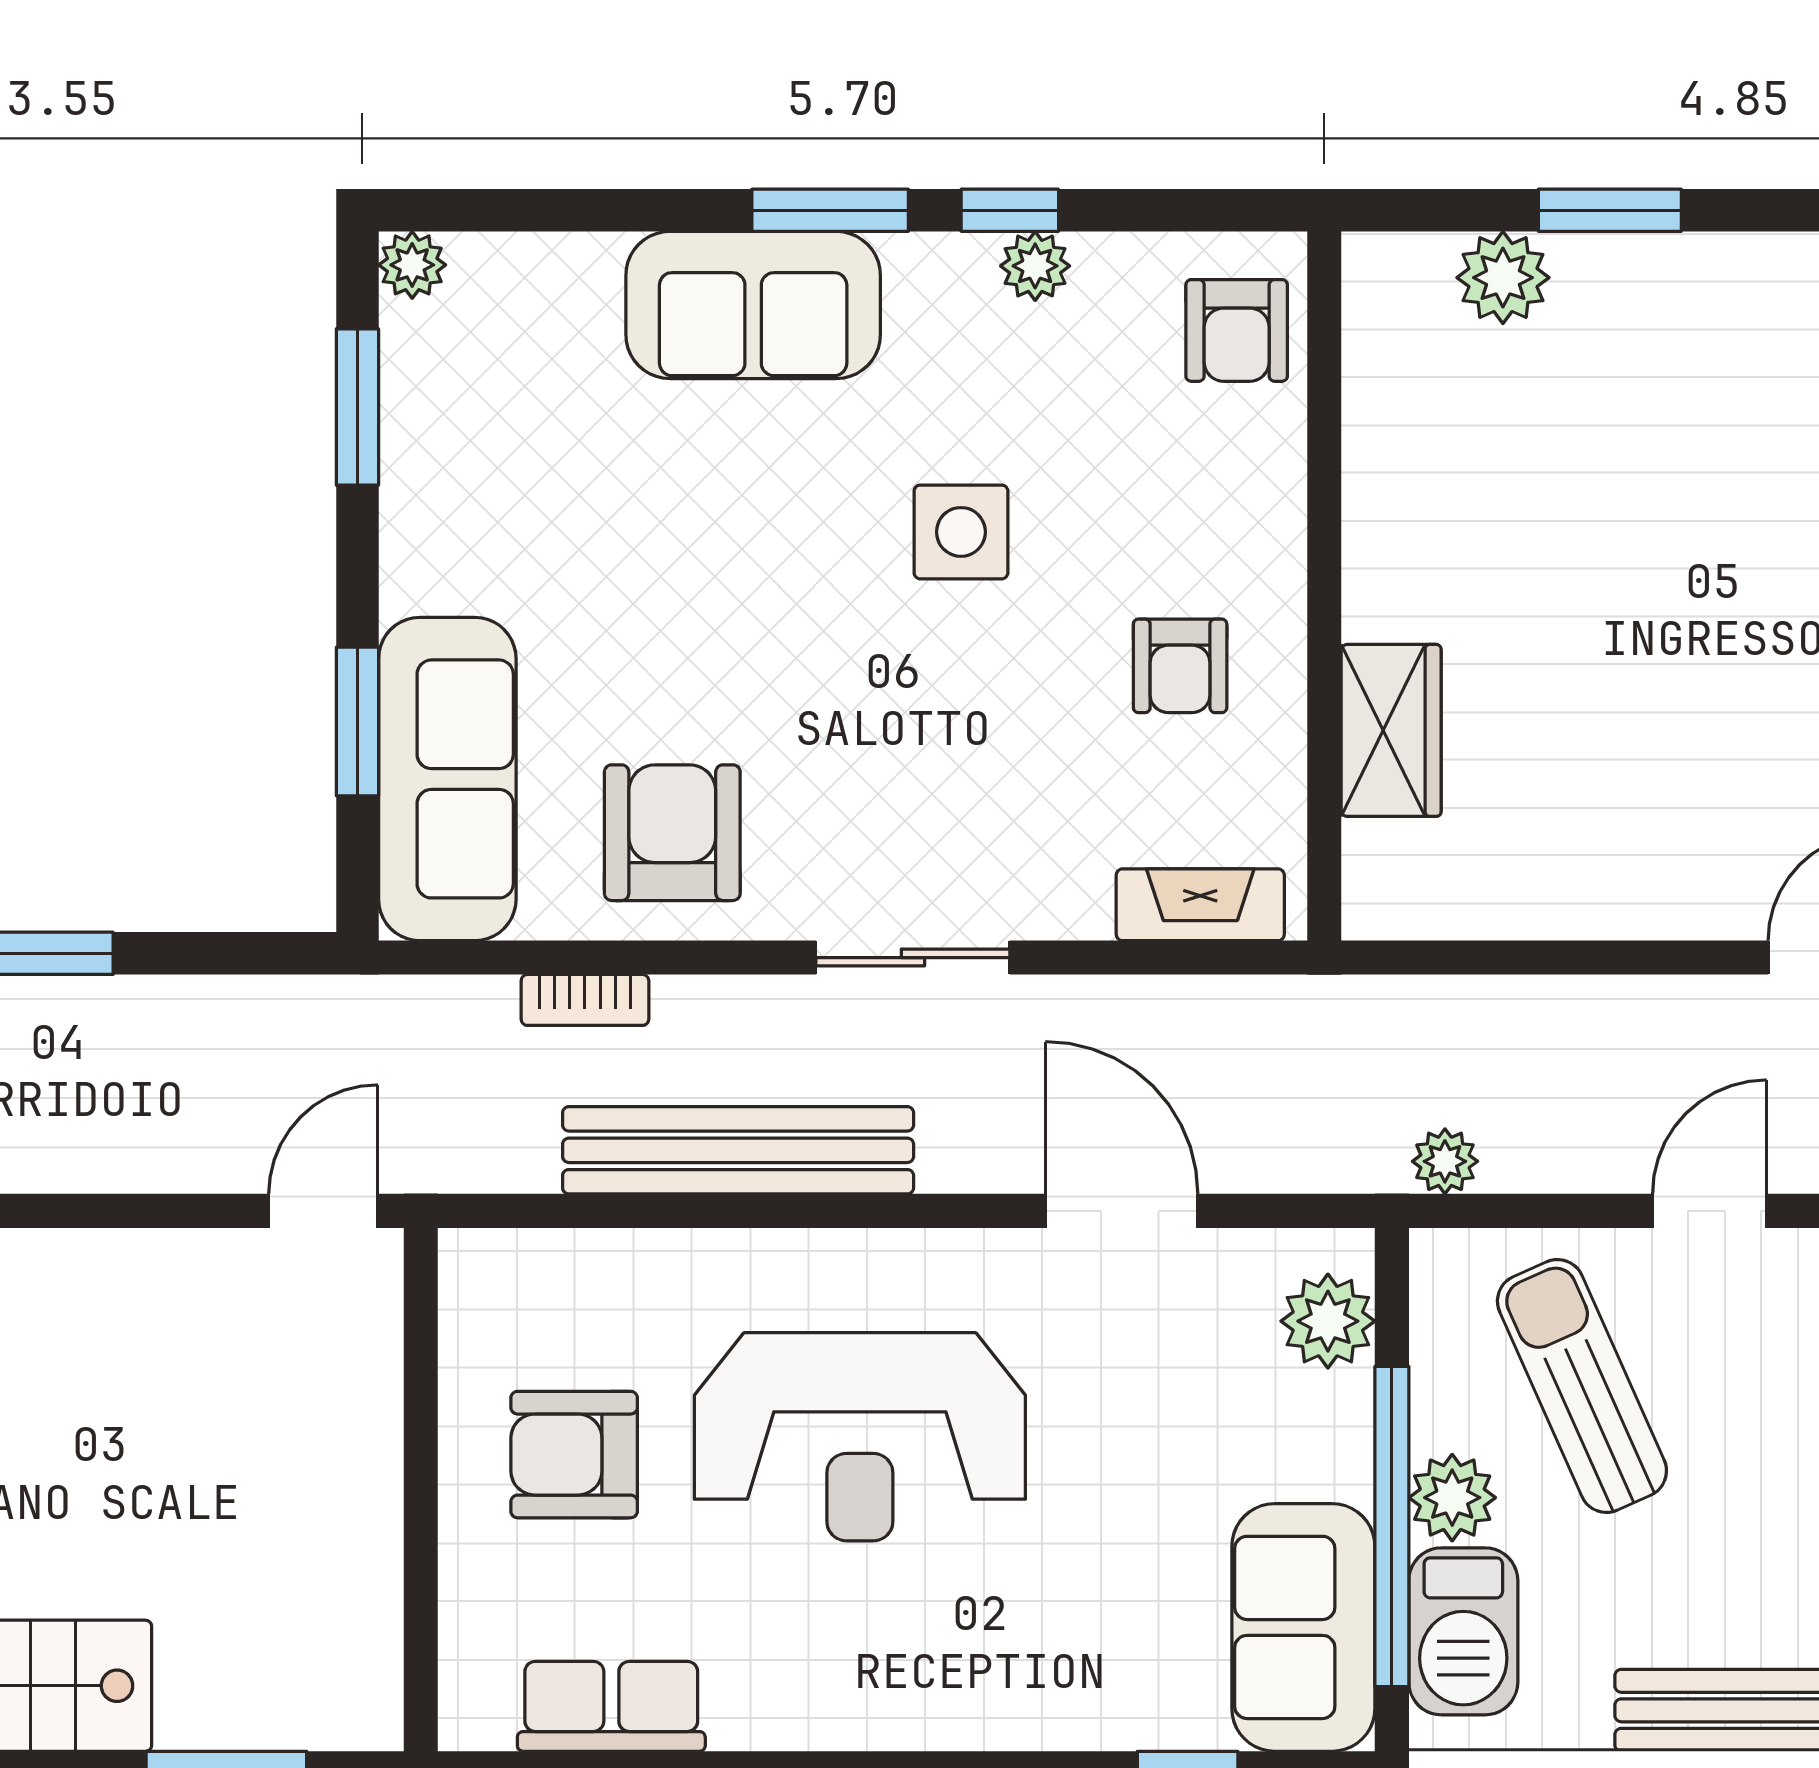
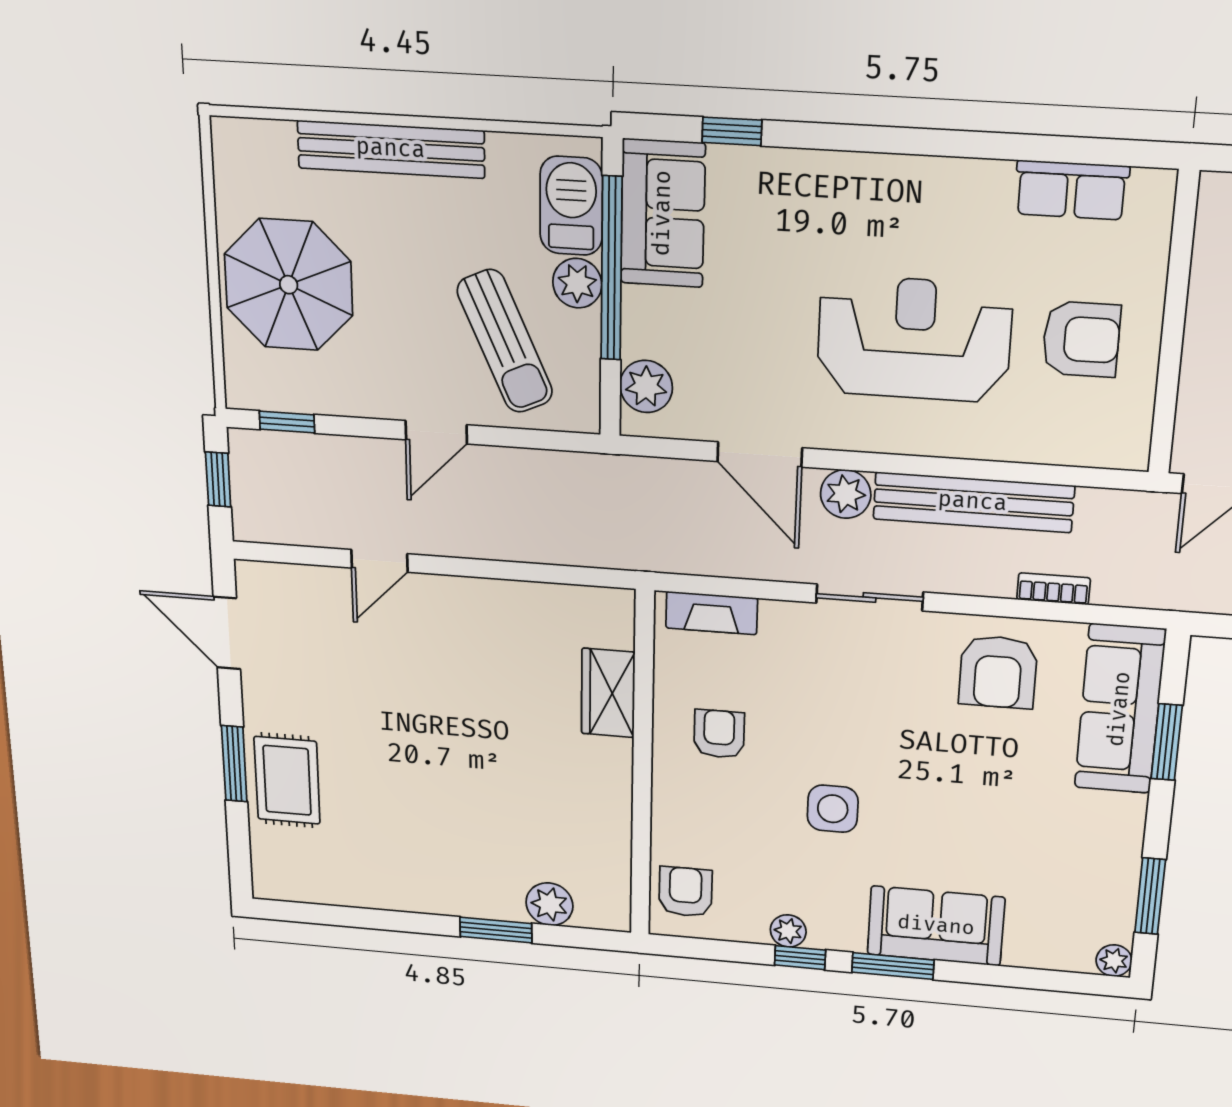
plant: (1445, 1161) -> (846, 494), moved, width x1.38, depth x1.38

